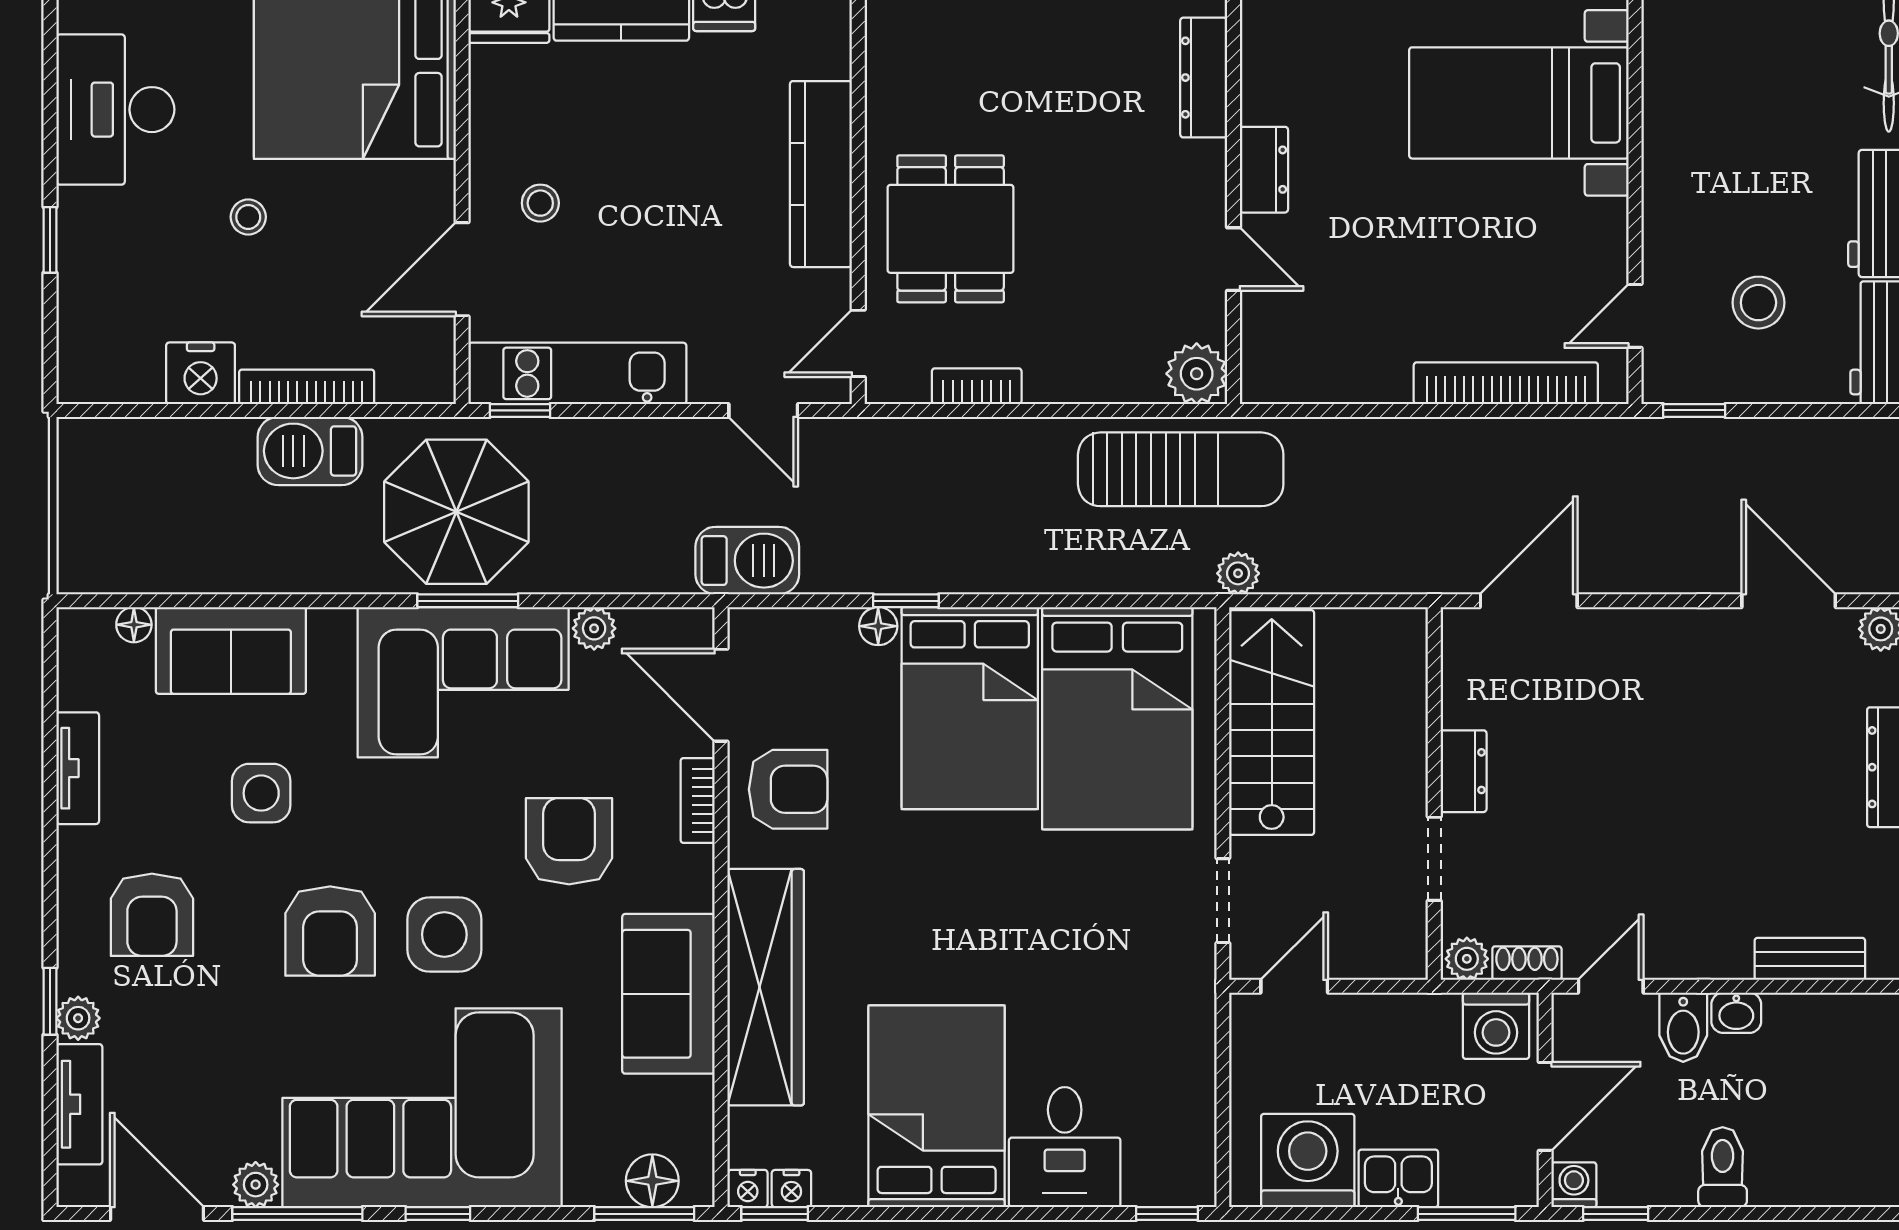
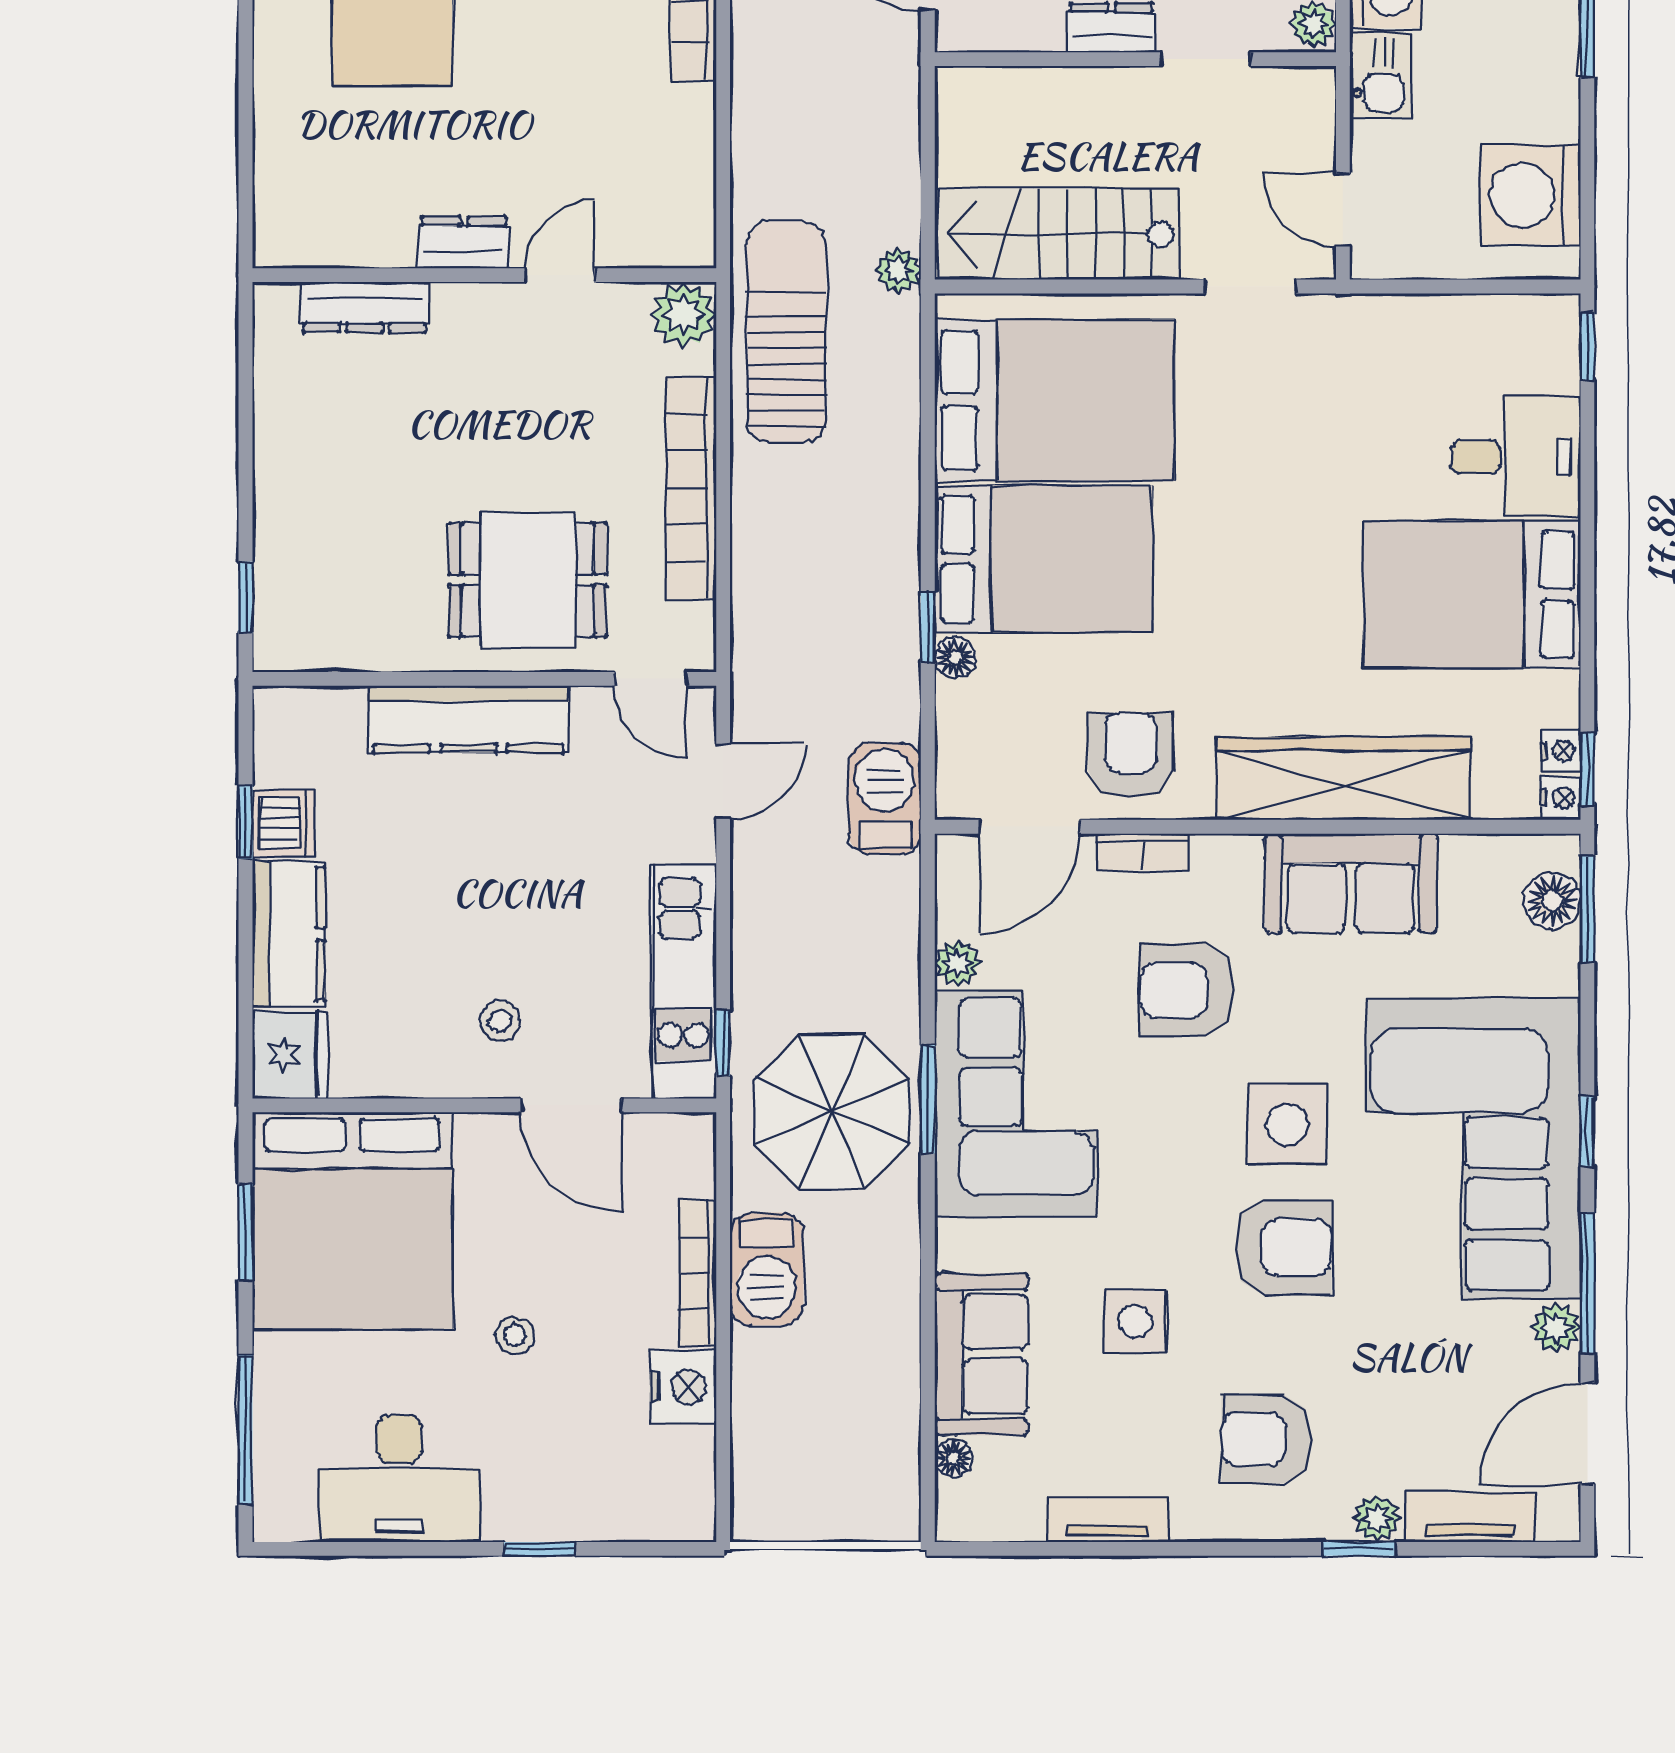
bookcase: (977, 386) -> (691, 488), width x2.31, depth x1.31
armchair: (152, 915) -> (1266, 1439), turned 180
kitchen sink: (1398, 1178) -> (1381, 76), moved, turned 180

